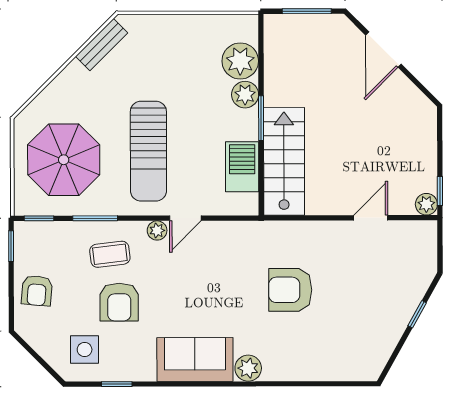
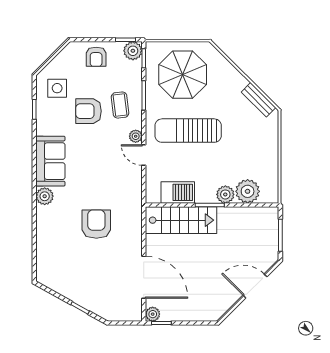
door: (371, 218) -> (144, 277), width x1.88
plant: (28, 235) -> (133, 51), added
armchair: (37, 291) -> (96, 57), turned -95

